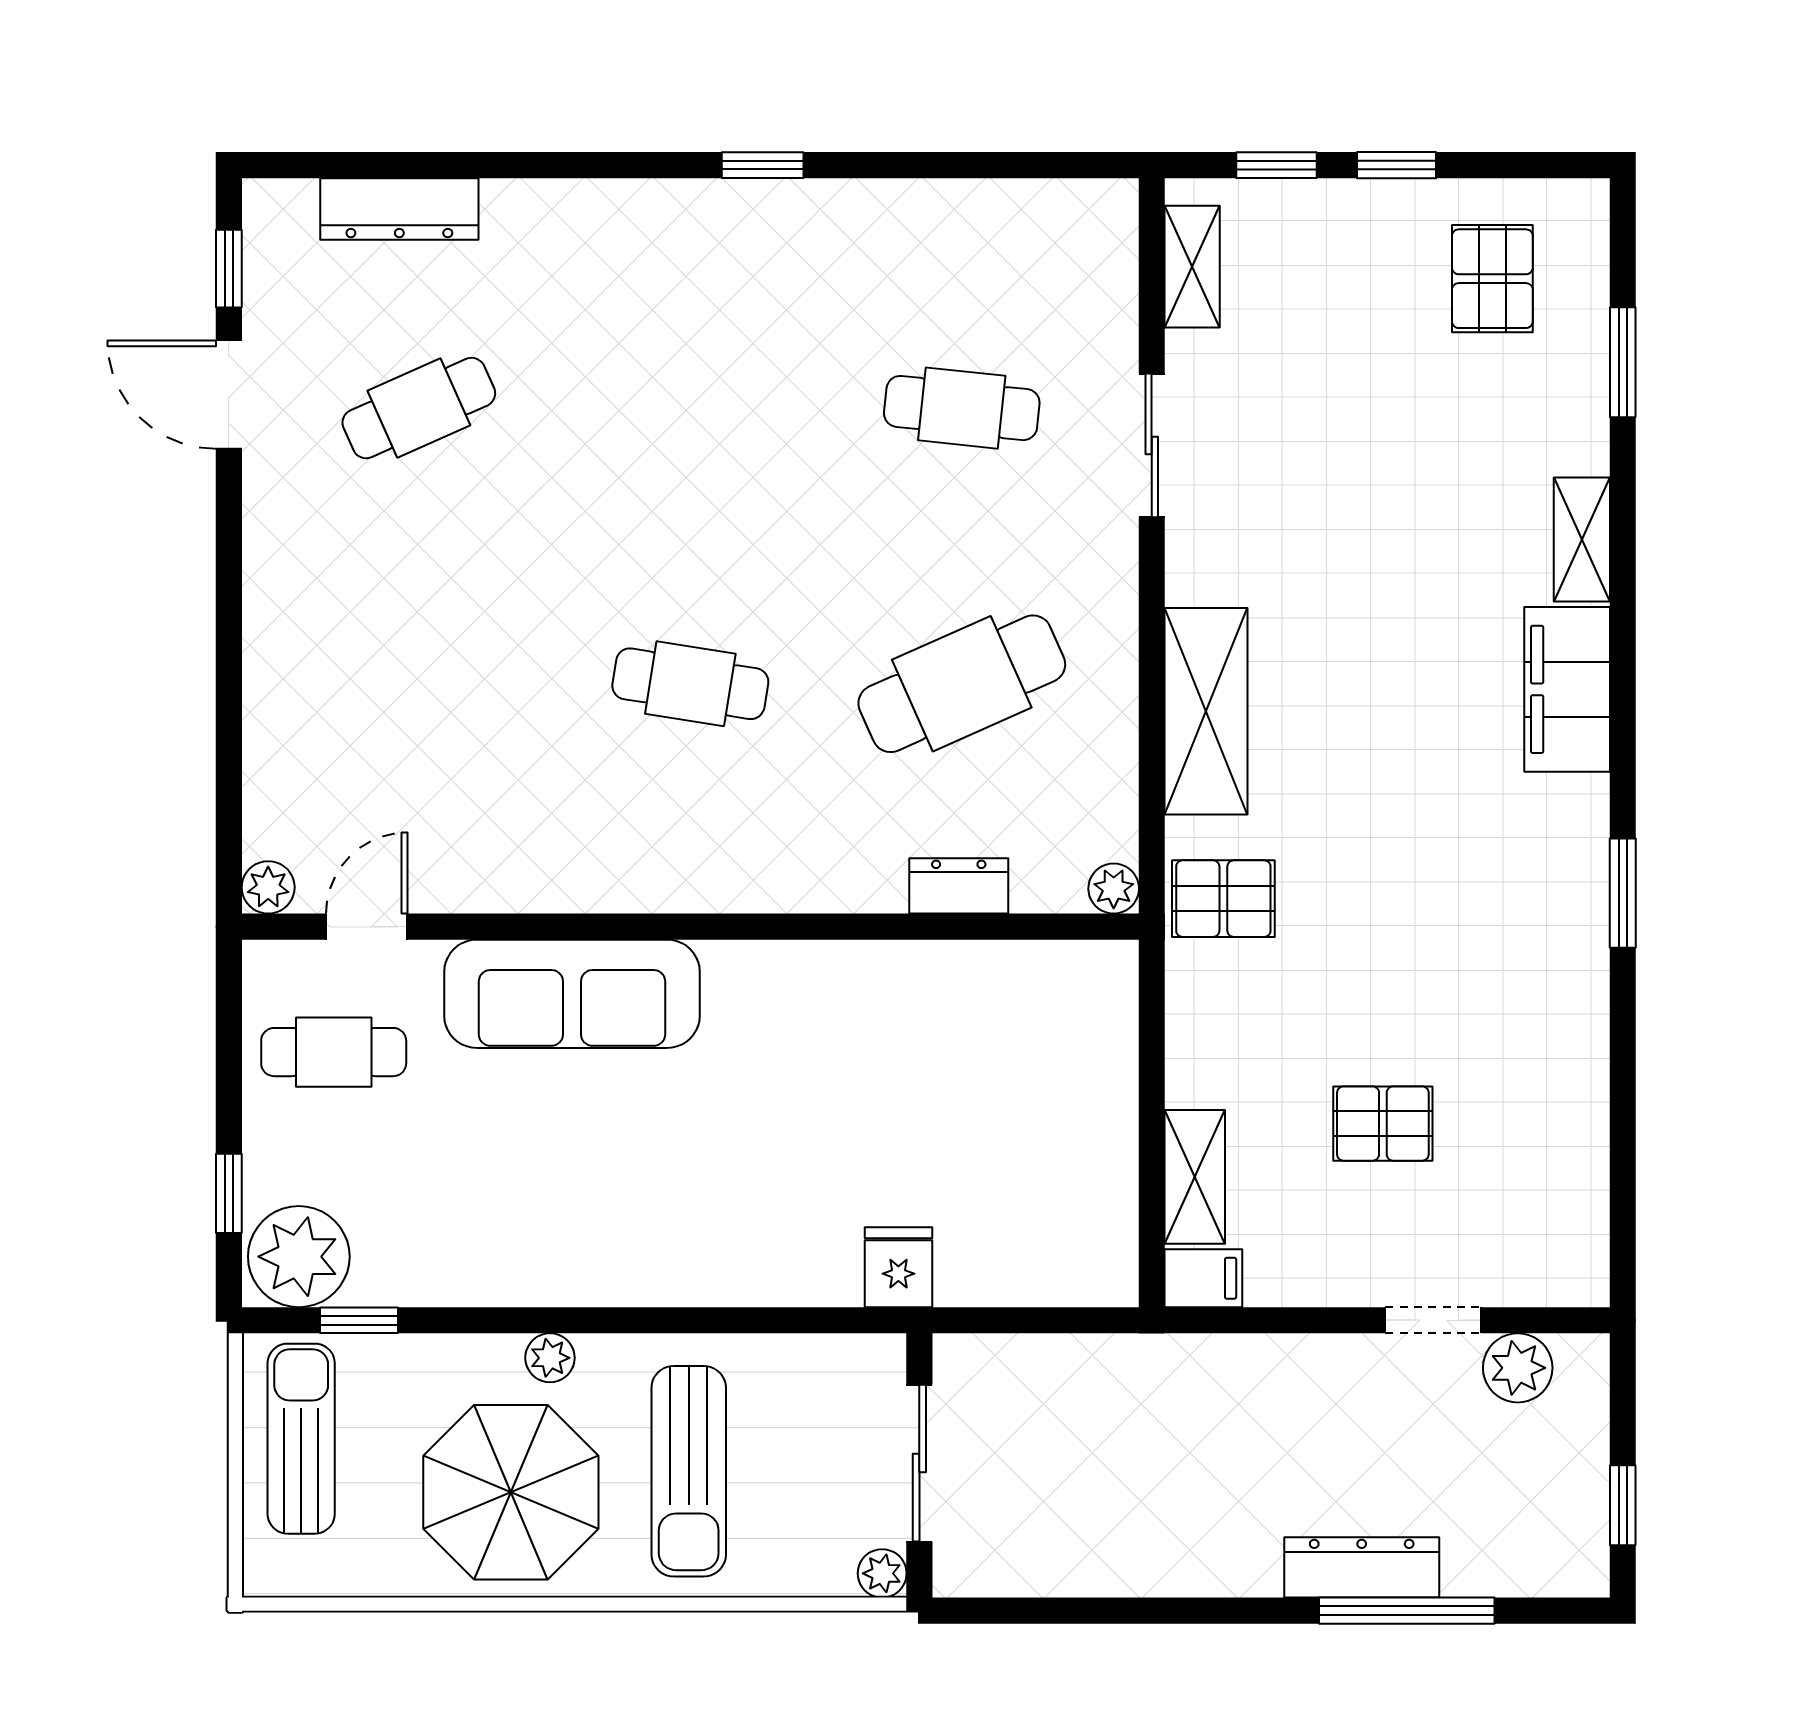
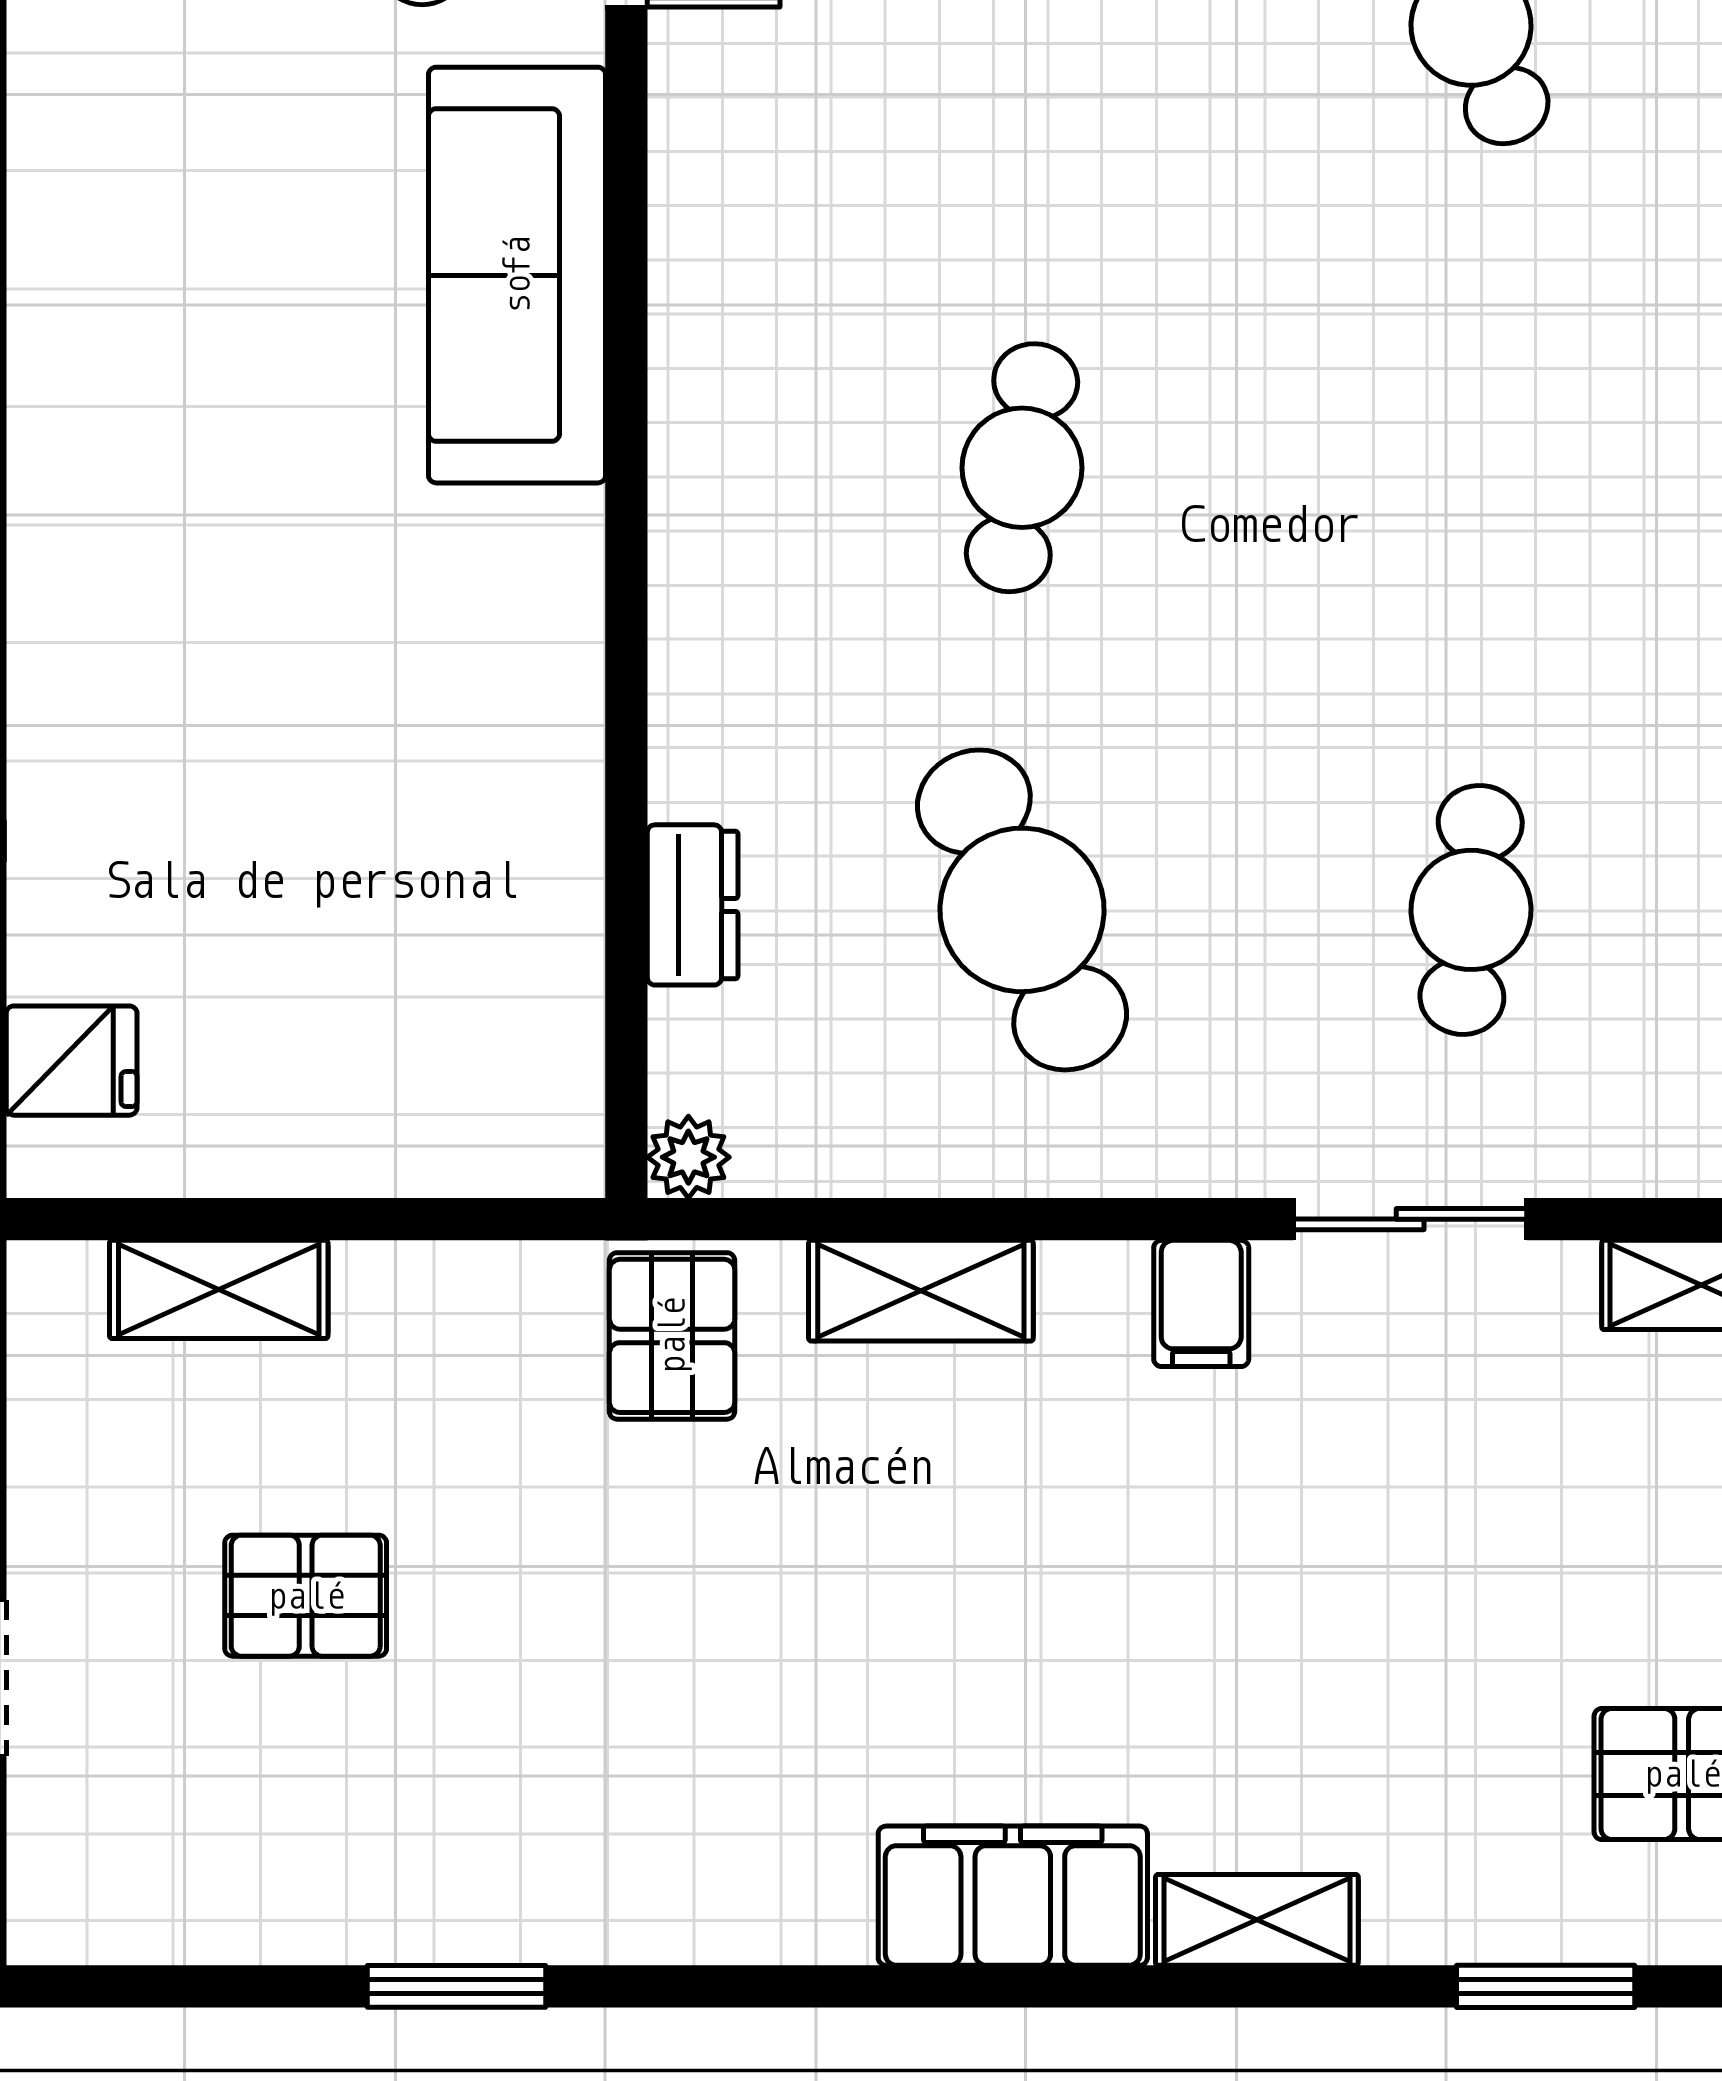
shelving: (1206, 711) -> (921, 1291), width x0.67, depth x0.75
window: (1623, 893) -> (456, 1986), moved
pallet: (1383, 1124) -> (306, 1596), turned 90
fridge: (898, 1267) -> (72, 1061), moved
filing cabinet: (1203, 1278) -> (1201, 1303), moved

